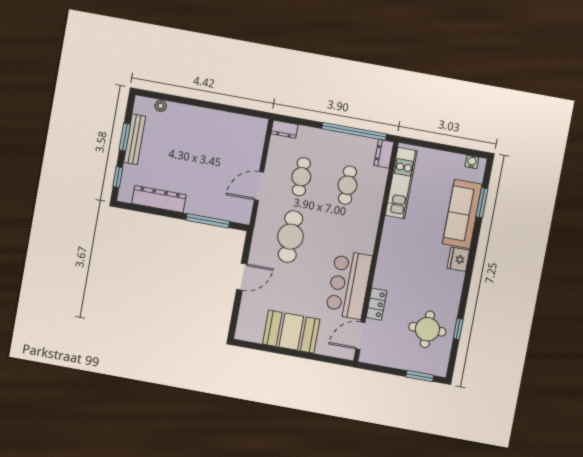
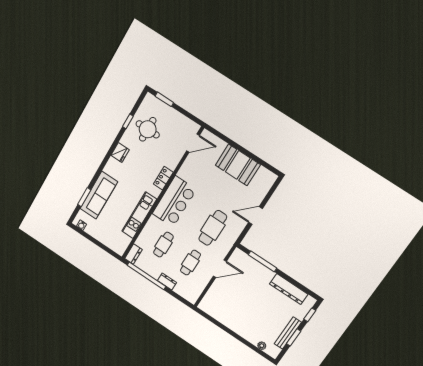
dresser: (284, 129) -> (167, 281), moved
kitchen unit: (401, 183) -> (139, 215), moved
fridge: (458, 259) -> (120, 152), moved
bar counter: (349, 285) -> (174, 202), moved
locker: (376, 304) -> (163, 178), moved

